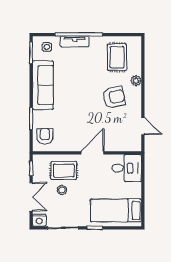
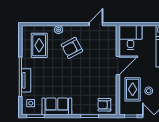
rug: (117, 57) -> (39, 45), turned 90
sofa: (43, 85) -> (57, 106), width x0.73
armchair: (114, 97) -> (72, 48), turned -106
door: (93, 153) -> (118, 66), swing flipped

